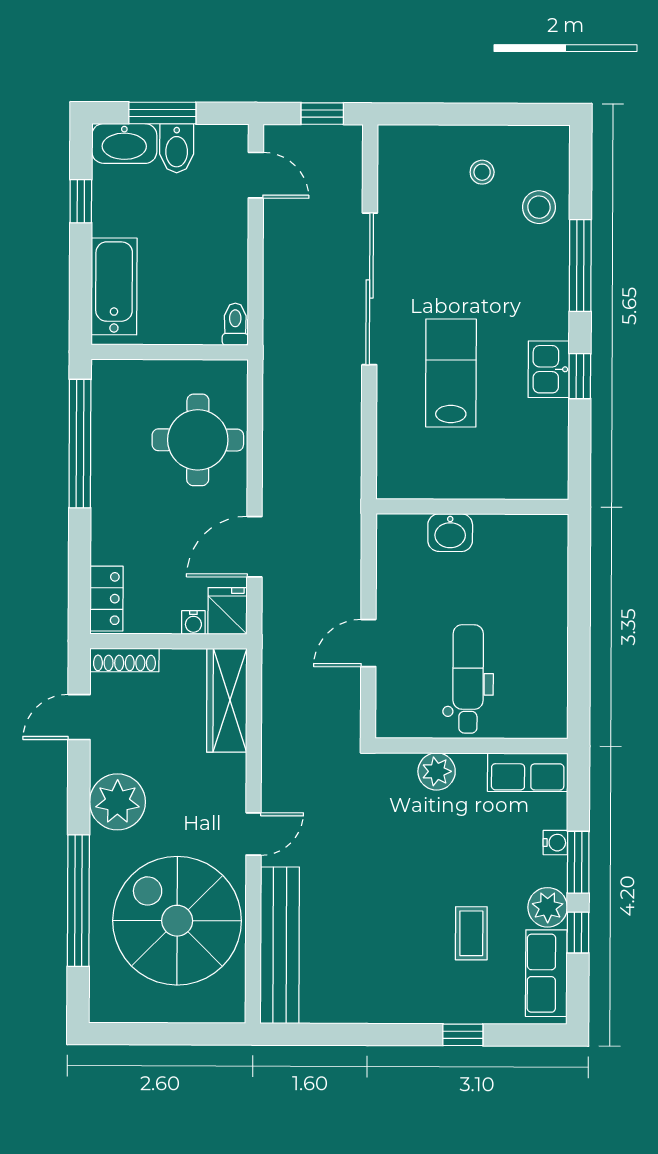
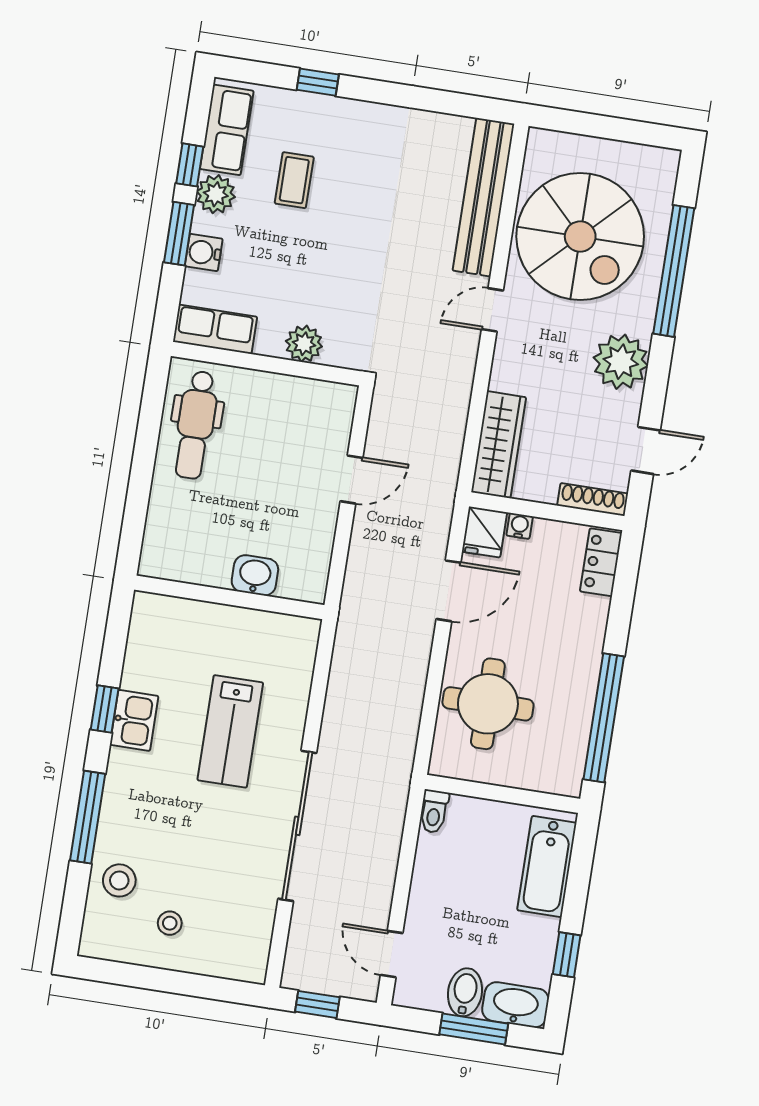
dental chair: (468, 679) -> (196, 425), moved
water cooler: (555, 843) -> (204, 252), width x1.38, depth x1.38

